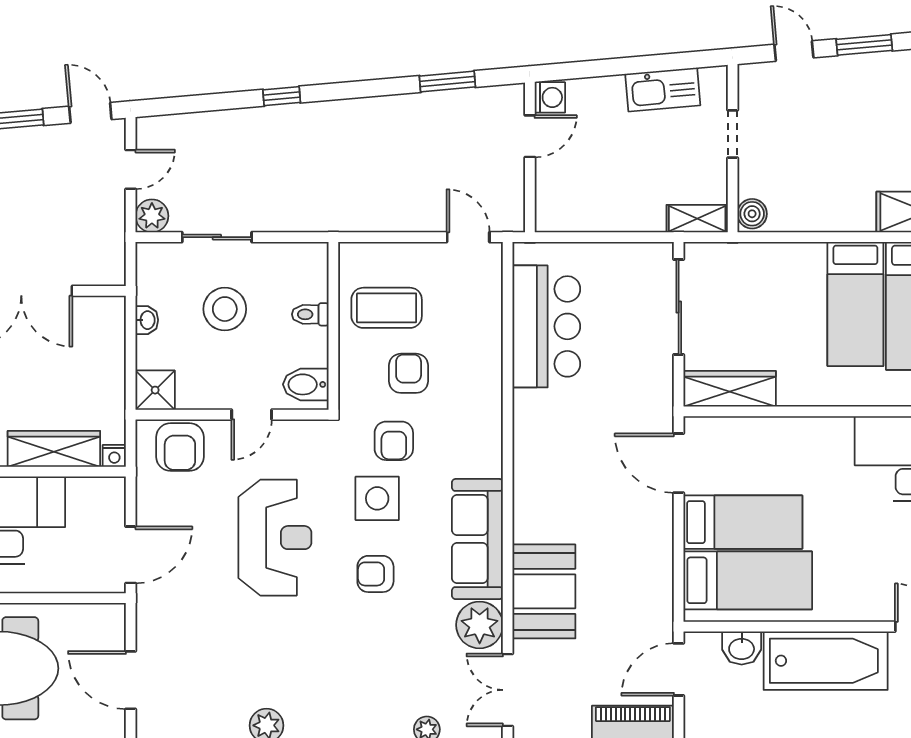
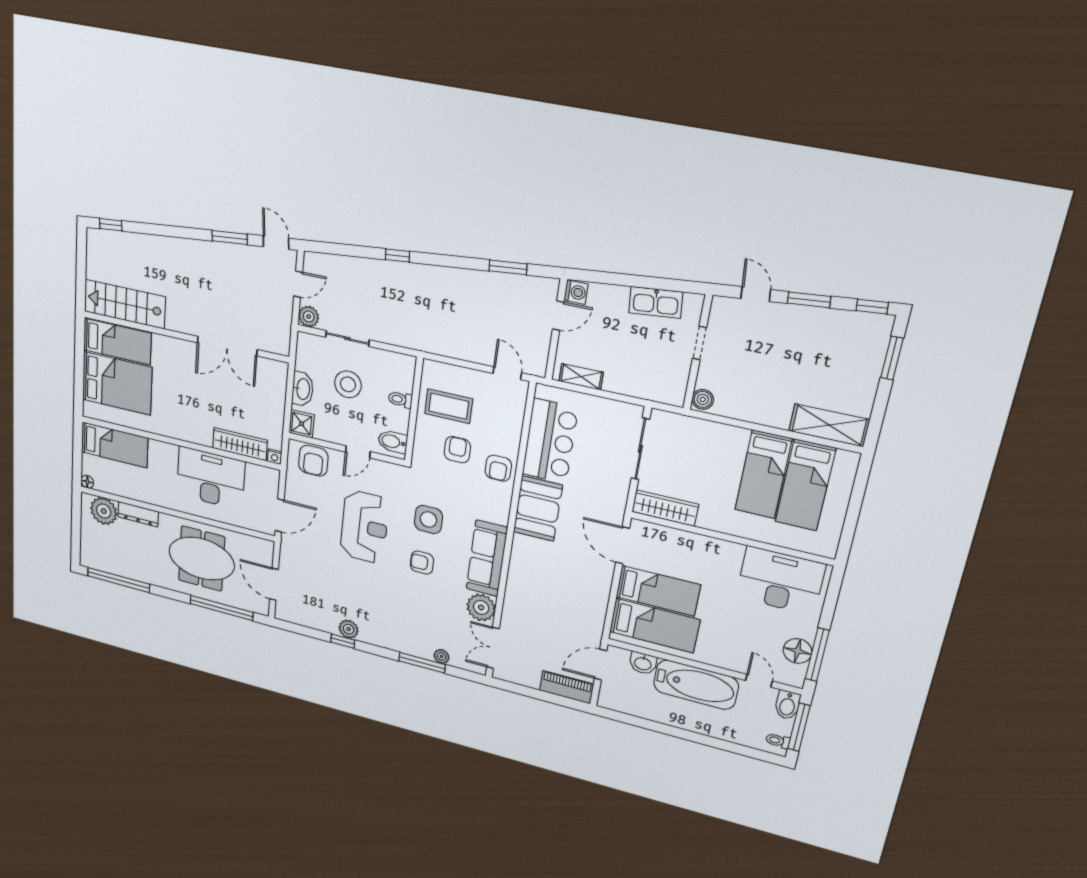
shelving: (697, 219) -> (581, 377), moved
washbasin: (147, 320) -> (303, 389), width x1.91, depth x1.45
armchair: (394, 441) -> (498, 468), moved
booth: (544, 591) -> (538, 509), moved

